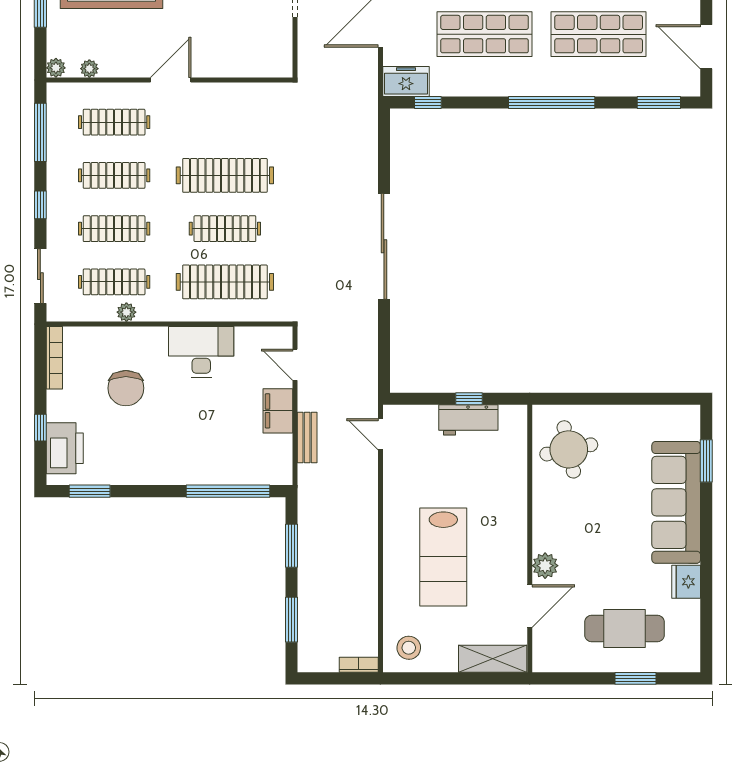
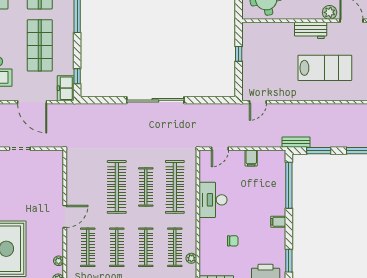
door: (171, 80) -> (65, 216), swing flipped
plant: (126, 312) -> (191, 258), moved
chair: (126, 388) -> (233, 241), width x0.54, depth x0.54
filing cabinet: (278, 411) -> (251, 158), width x0.50
workbench: (468, 420) -> (311, 30), moved, turned 90
bench: (307, 438) -> (296, 142), moved
filing cabinet: (161, 472) -> (278, 222), added

